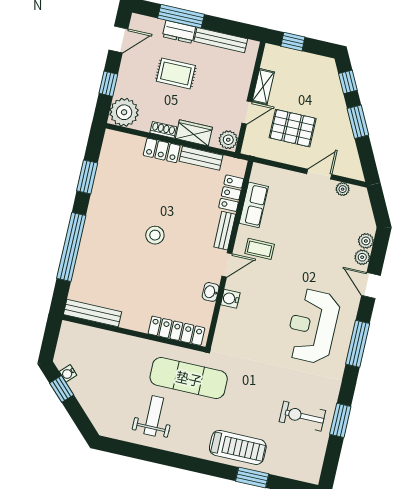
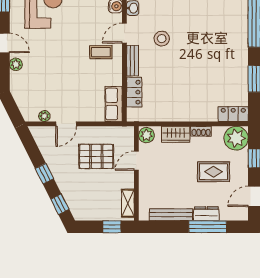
rug: (176, 73) -> (213, 172), moved
shelving: (263, 87) -> (128, 203), moved
window: (358, 122) -> (44, 174), width x0.67
locker: (162, 150) -> (233, 114), moved
bench: (201, 158) -> (165, 115), removed
row of seats: (254, 205) -> (114, 104), moved
stool: (155, 235) -> (162, 39), moved
plant: (366, 241) -> (16, 78), removed

